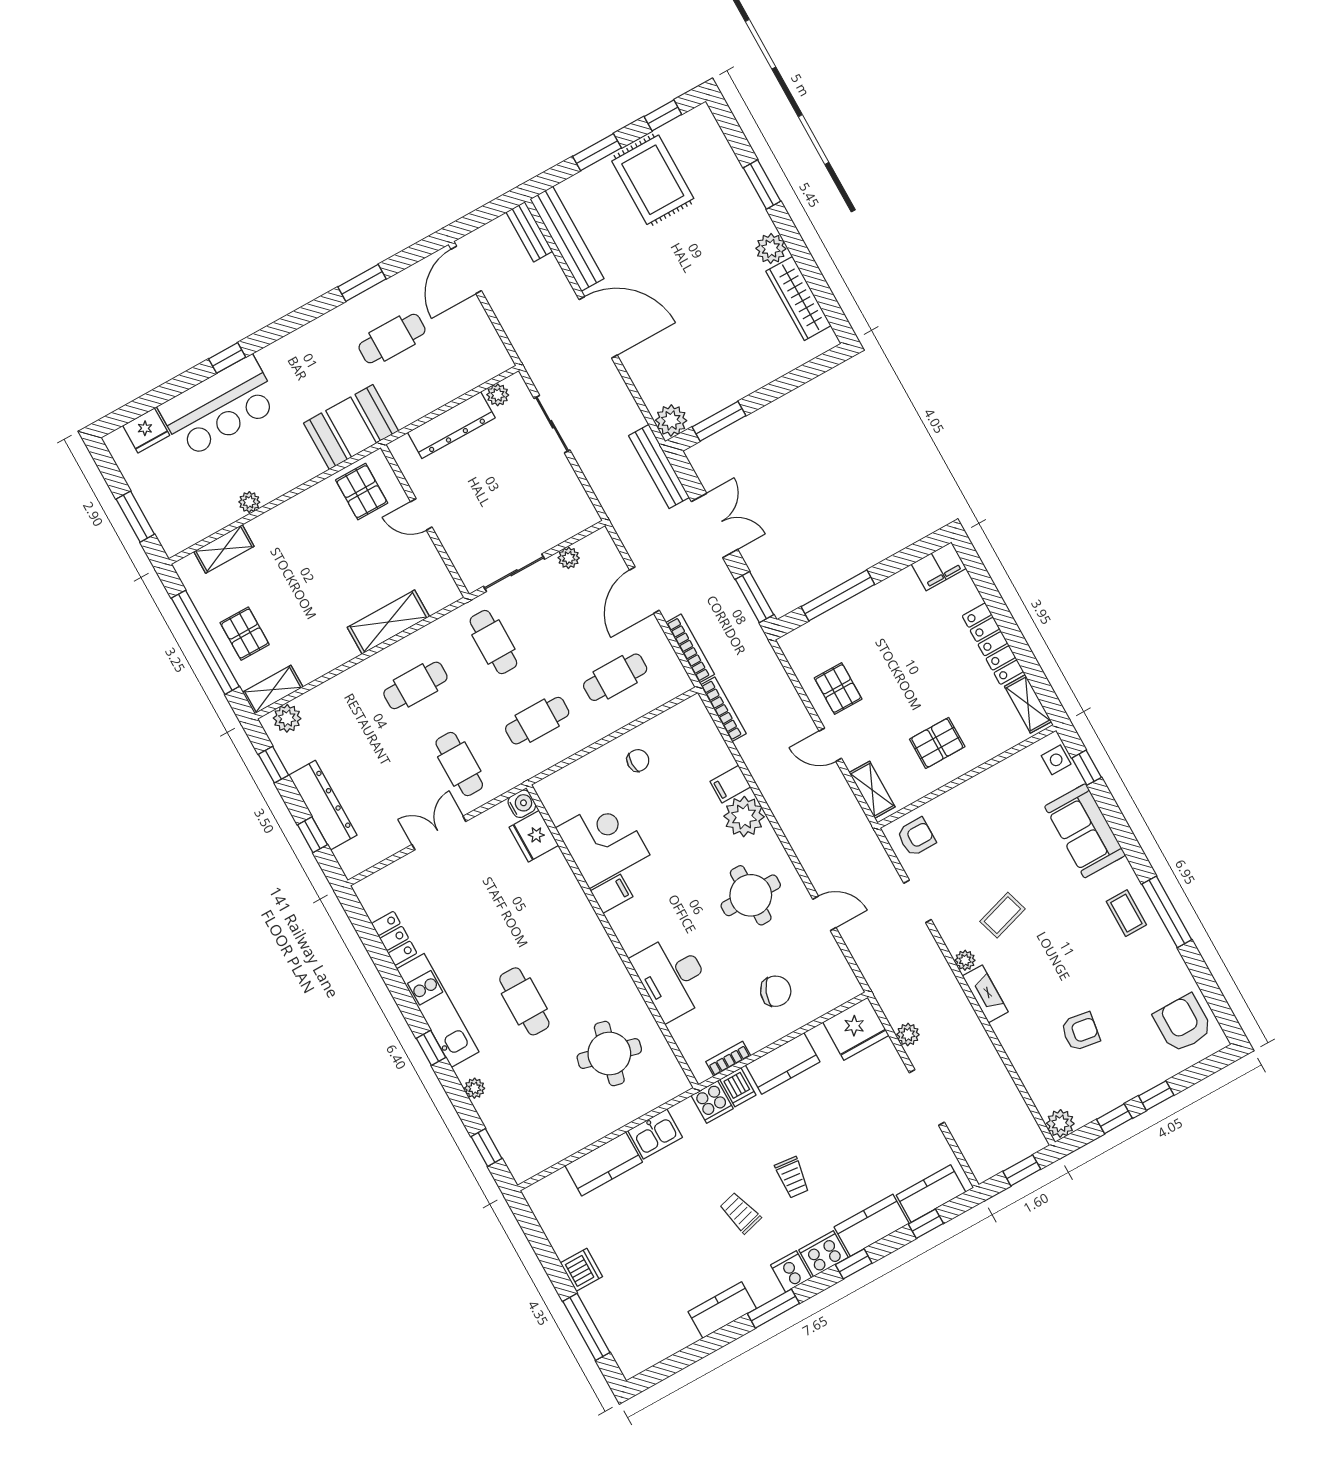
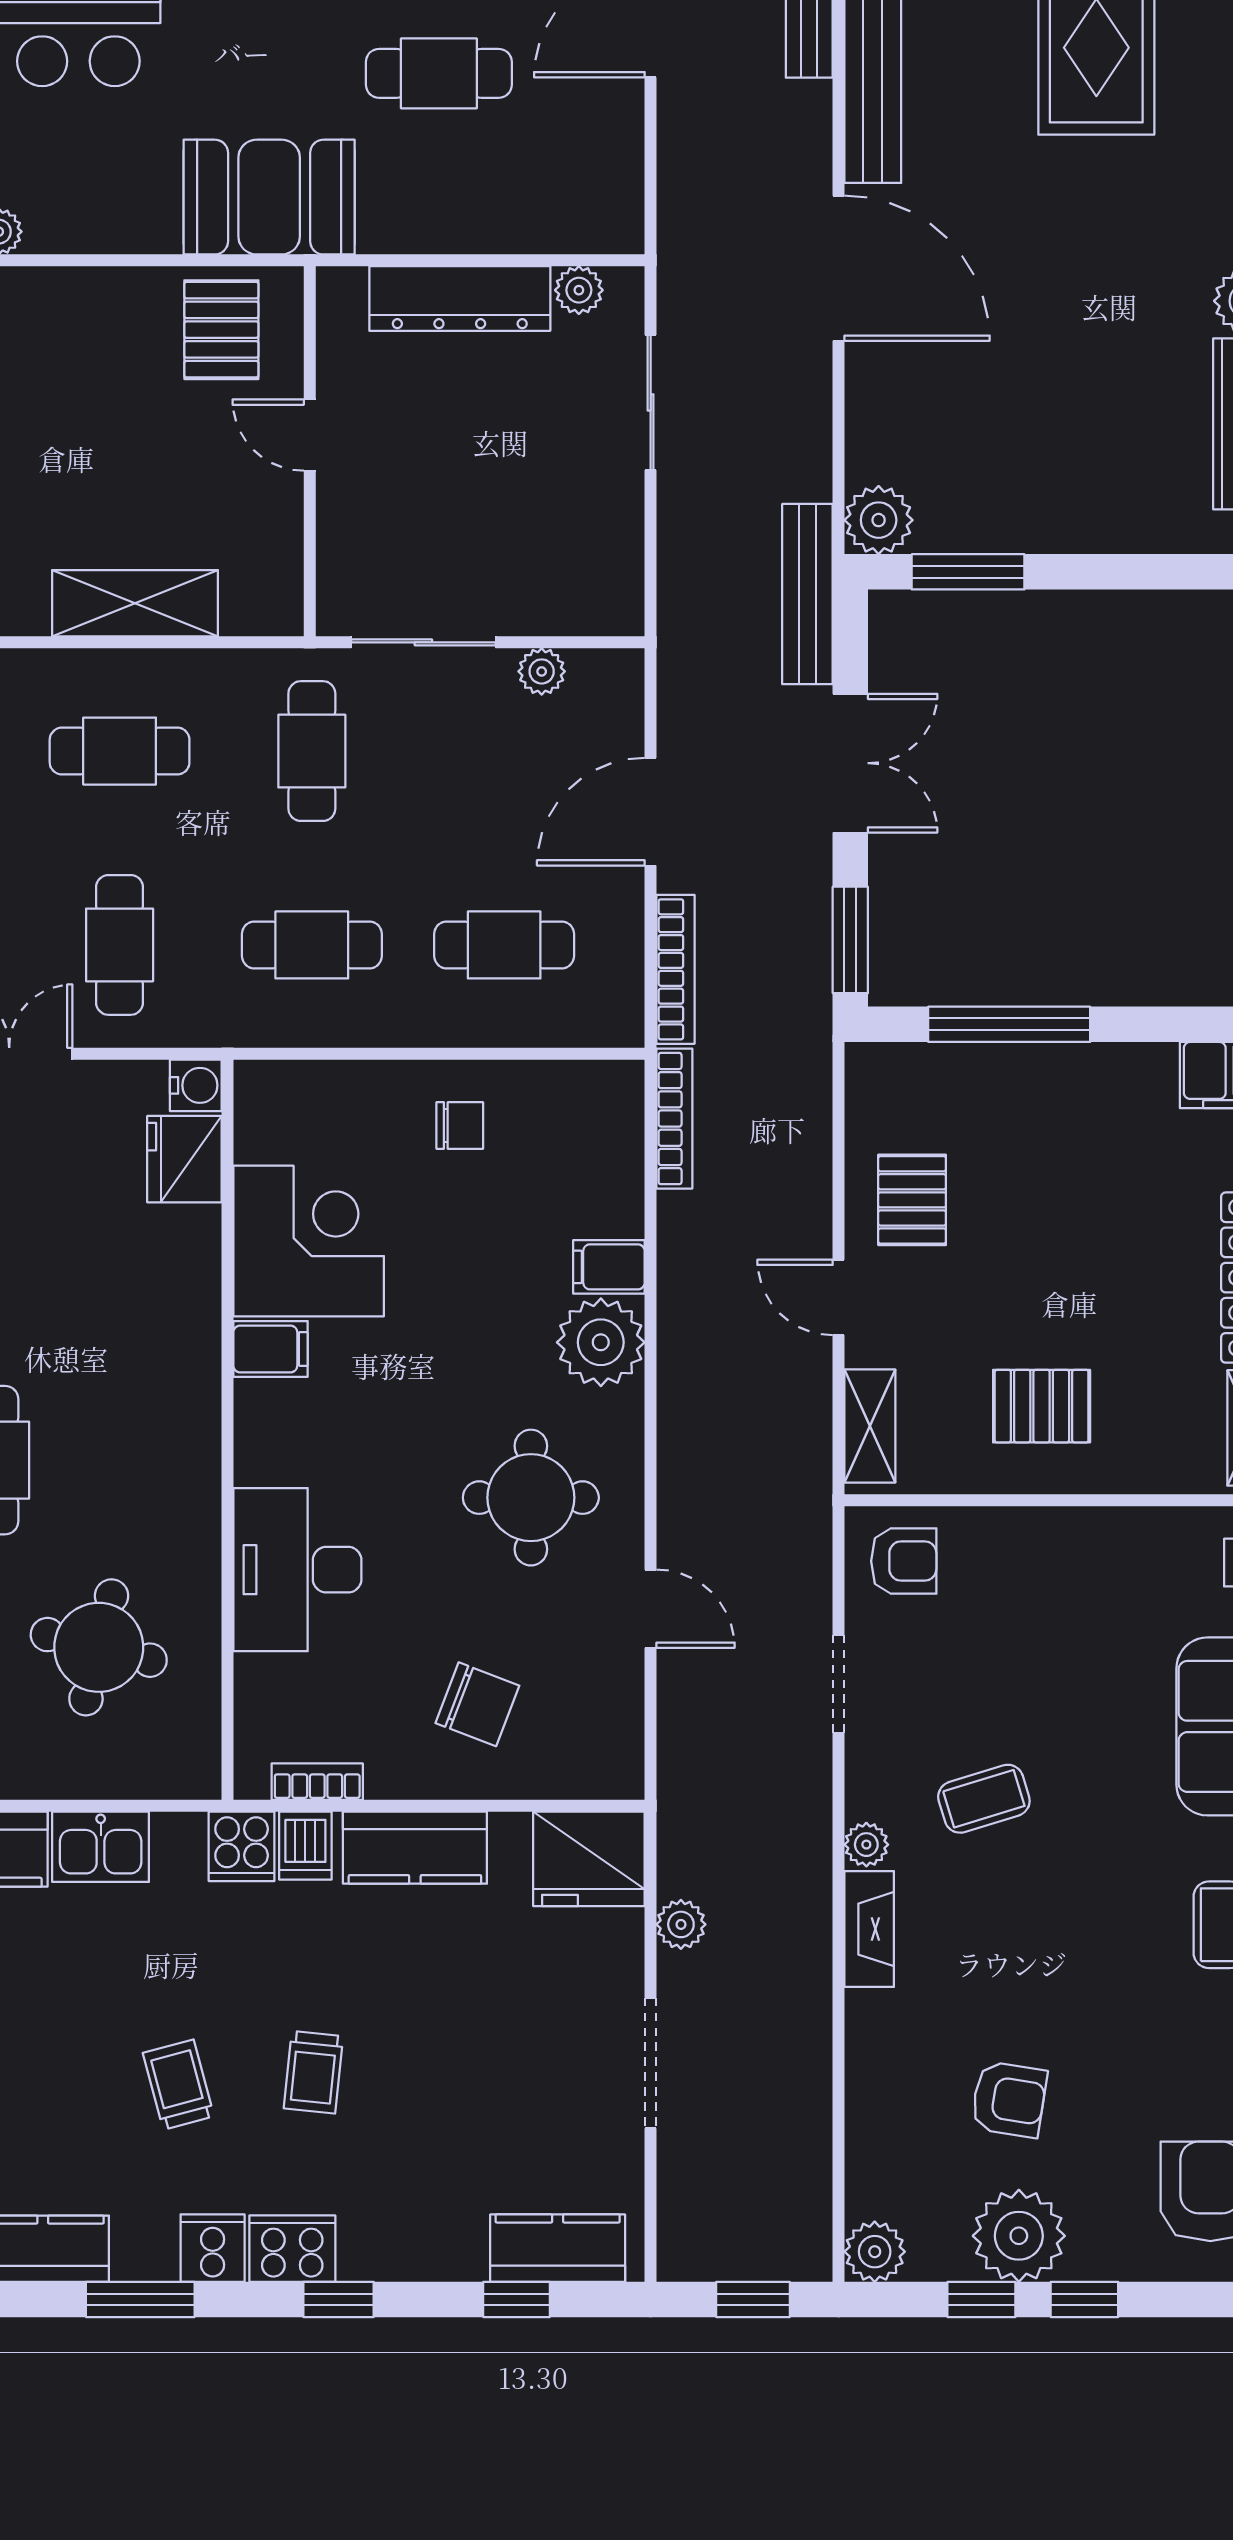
plant: (1115, 1084) -> (1019, 2236), added
kitchen counter: (872, 1225) -> (413, 2245), removed

